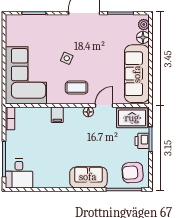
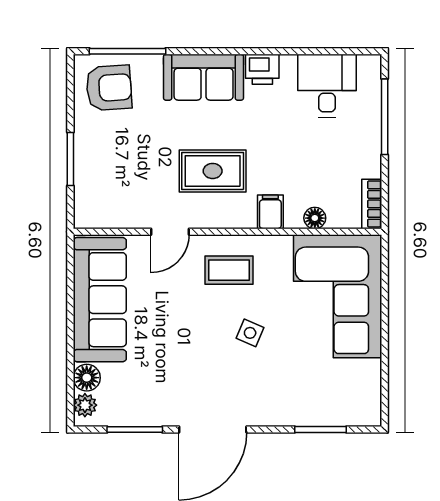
floor lamp: (88, 112) -> (315, 218), moved
rug: (132, 118) -> (213, 171), moved
printer: (142, 141) -> (262, 69), moved, turned 90
desk: (19, 174) -> (327, 86), moved

